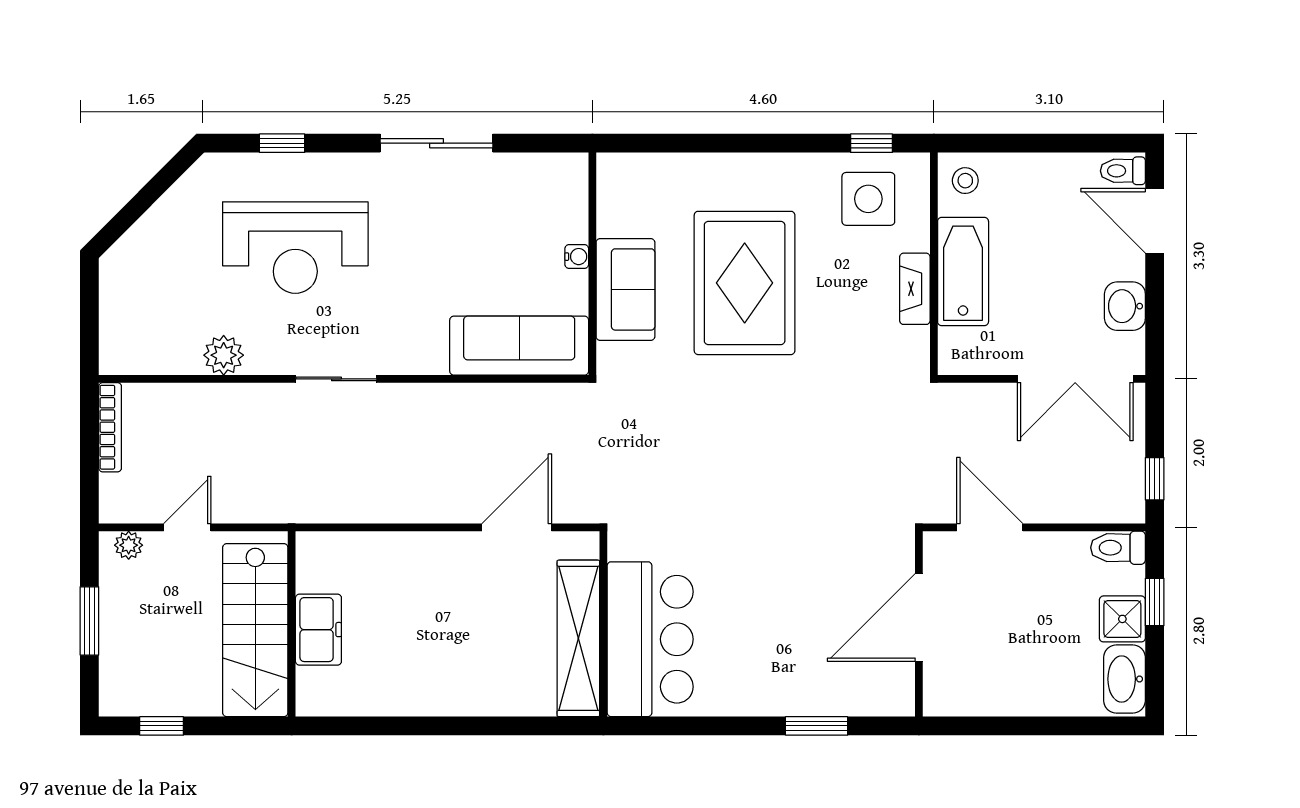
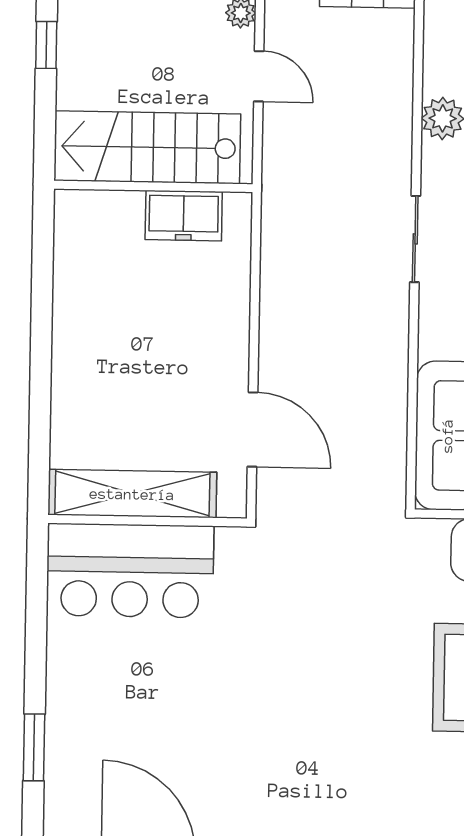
freezer: (318, 630) -> (184, 216), moved

